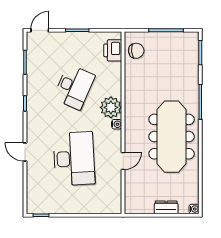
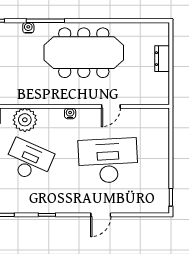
plant: (111, 107) -> (25, 120), moved
door: (123, 161) -> (111, 106), swing flipped
water cooler: (194, 209) -> (28, 28), moved

